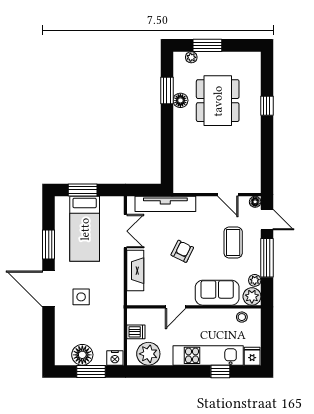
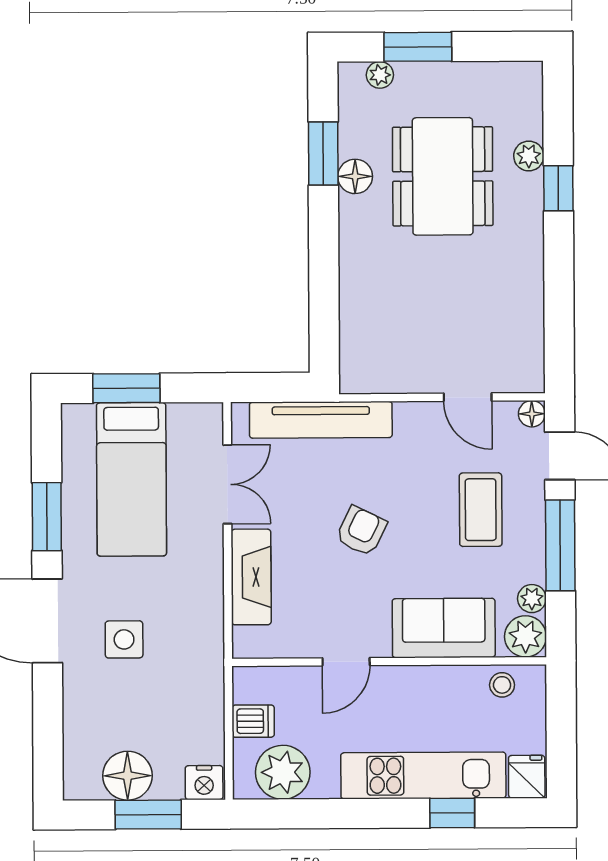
plant: (254, 92) -> (529, 156), added

